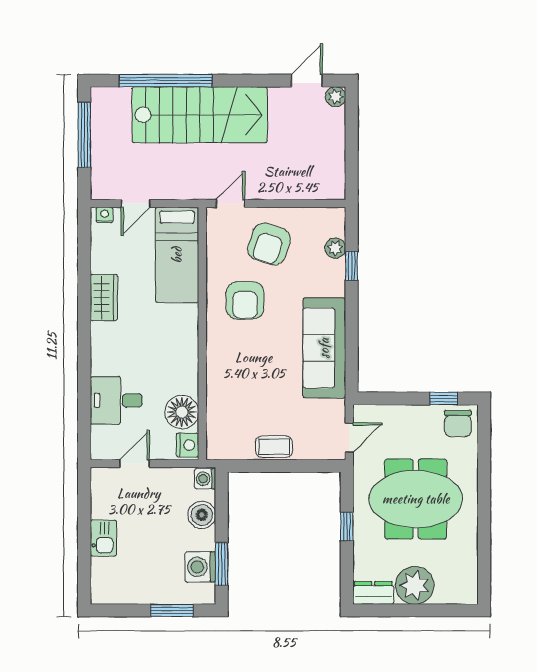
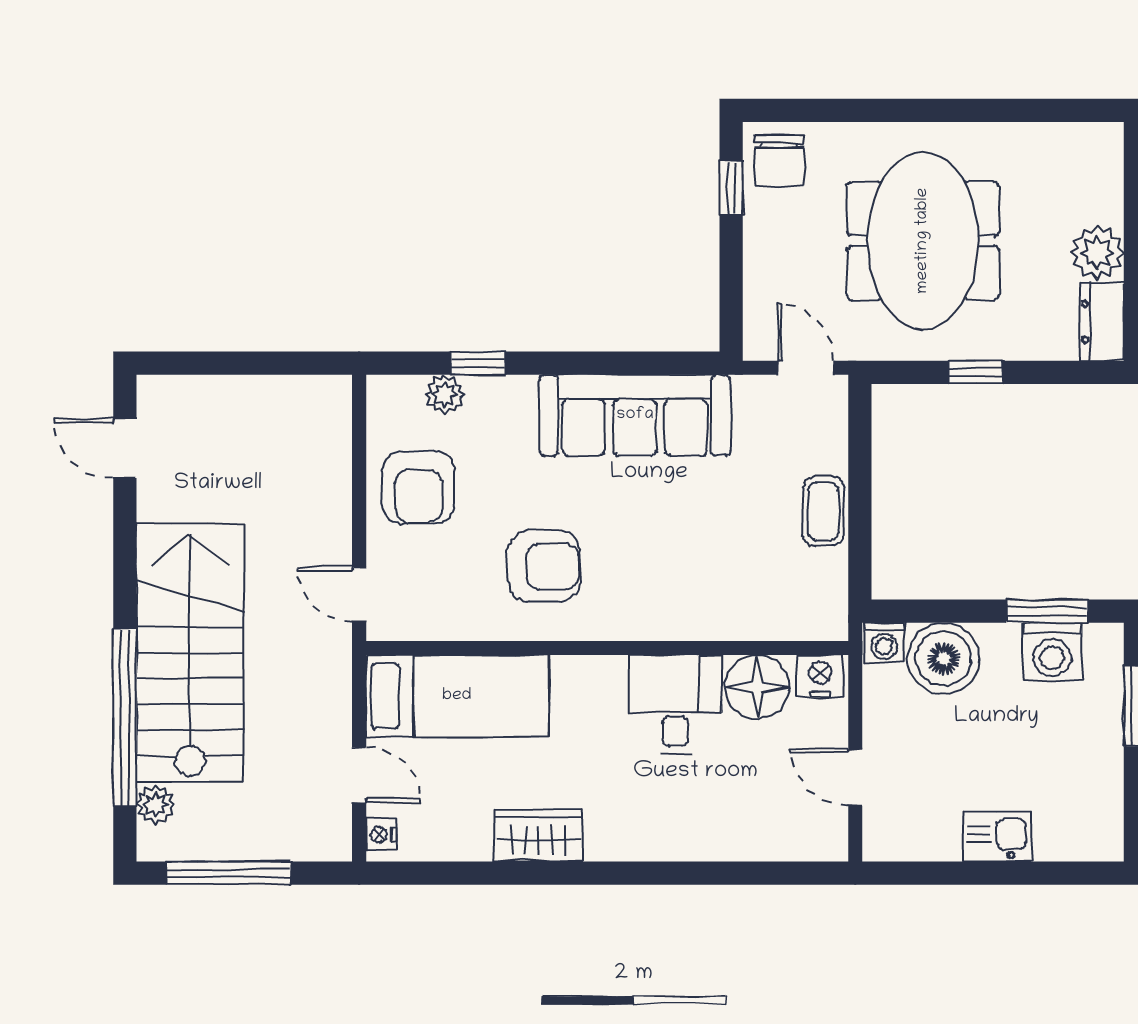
plant: (336, 97) -> (155, 804), moved
armchair: (269, 244) -> (419, 487), moved, turned 72
desk: (116, 400) -> (675, 704), moved, turned 180
chair: (458, 424) -> (779, 160), turned 90
boiler: (202, 515) -> (944, 659), width x1.37, depth x1.37
plant: (415, 585) -> (1097, 253), width x0.73, depth x0.73

